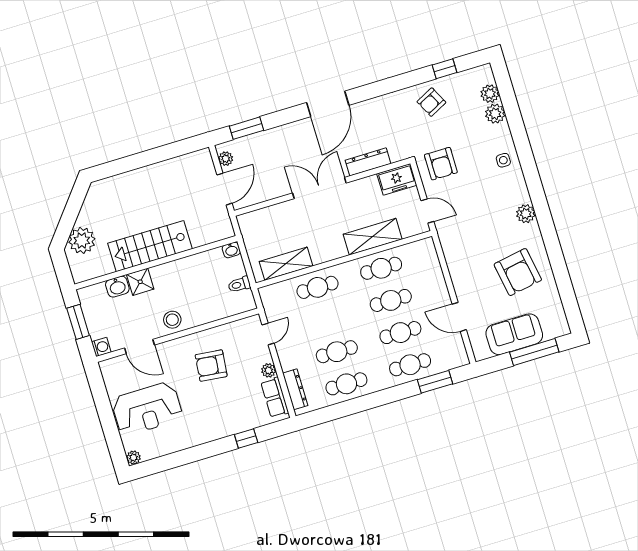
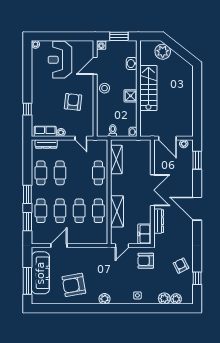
shower: (140, 282) -> (131, 96), moved
sofa: (514, 334) -> (40, 273), width x1.36
window: (389, 396) -> (27, 194), added

